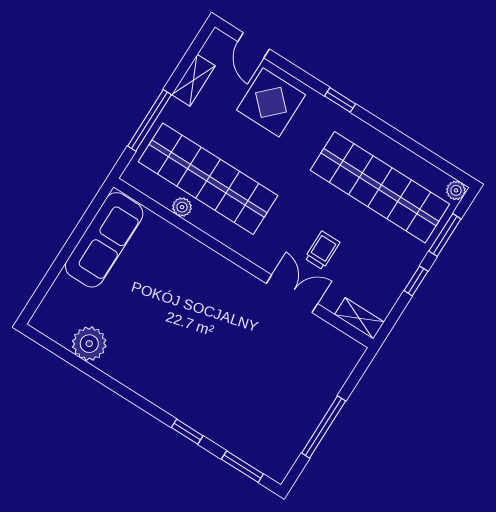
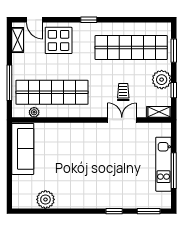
shelving: (193, 80) -> (18, 40), moved
plant: (456, 190) -> (162, 80), moved, width x1.87, depth x1.87
plant: (182, 207) -> (34, 112), moved
window: (416, 281) -> (174, 90), moved
kitchen unit: (314, 406) -> (164, 164), added

